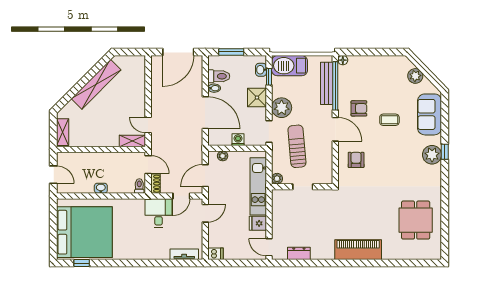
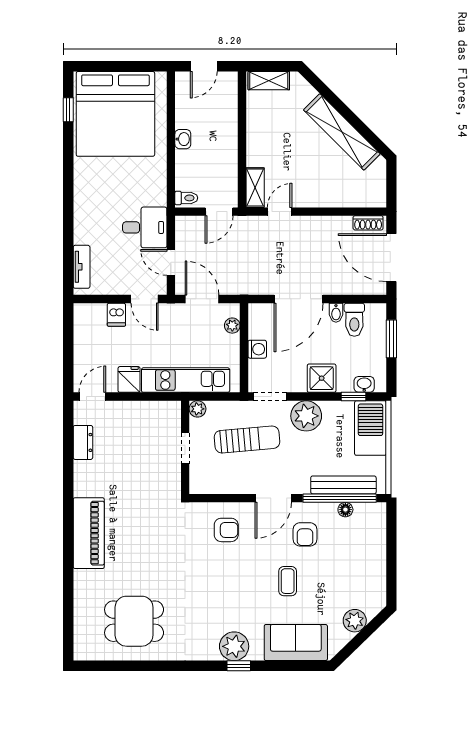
floor lamp: (343, 60) -> (345, 510), moved
shoe rack: (156, 184) -> (368, 223), moved
dishwasher: (215, 254) -> (116, 315), moved

